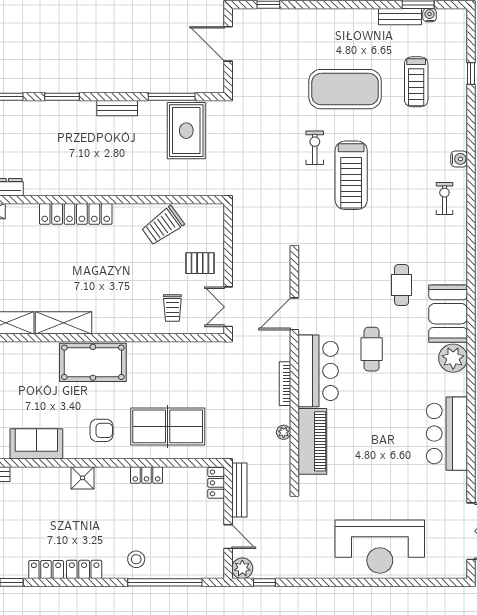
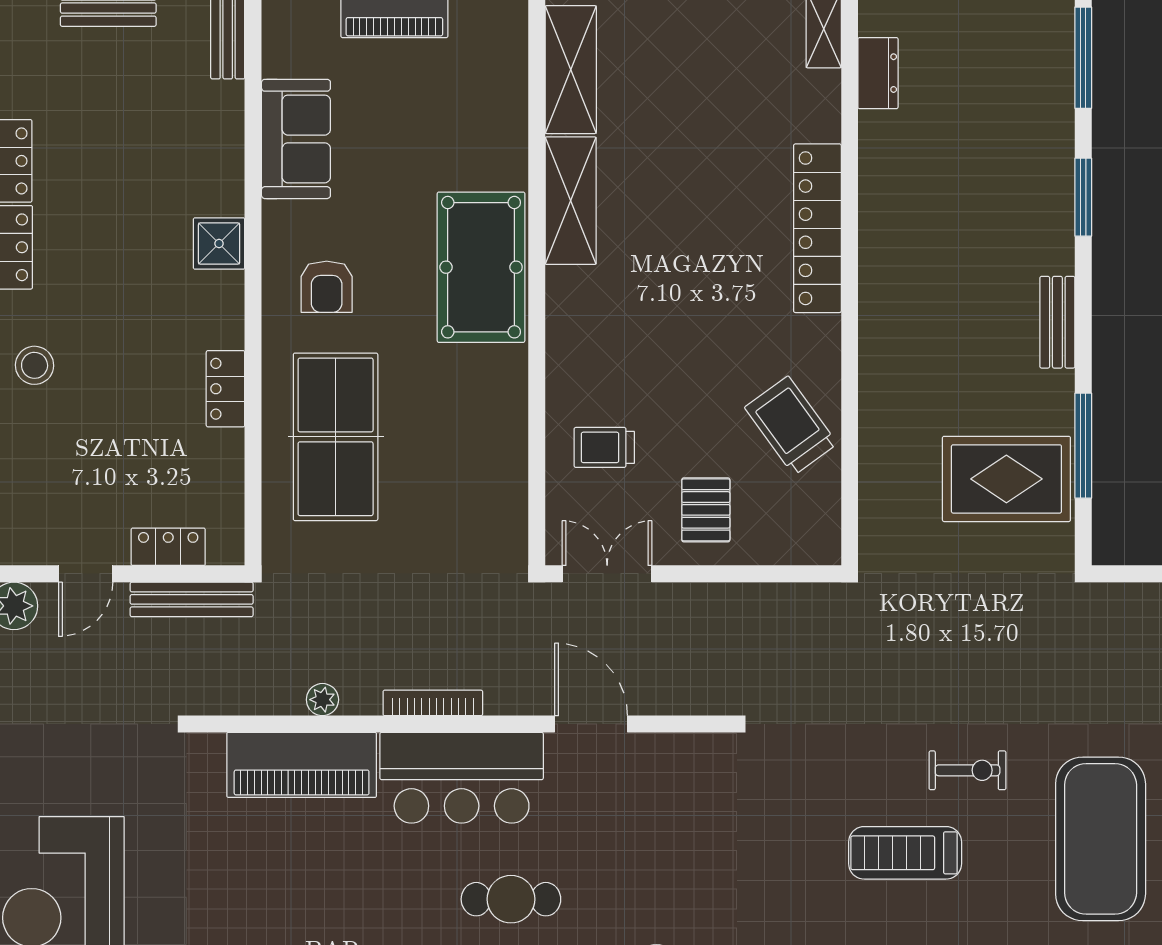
treadmill: (351, 175) -> (905, 853), width x0.73, depth x0.73
locker: (216, 483) -> (168, 547), moved

